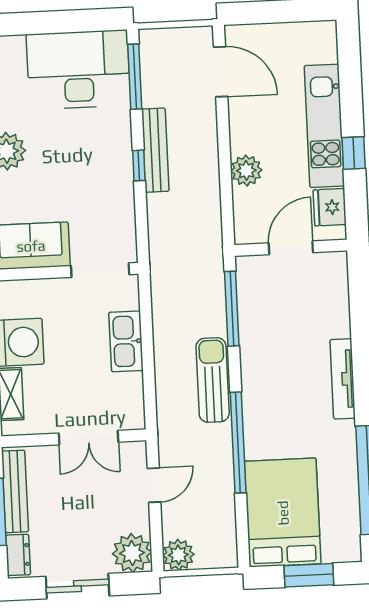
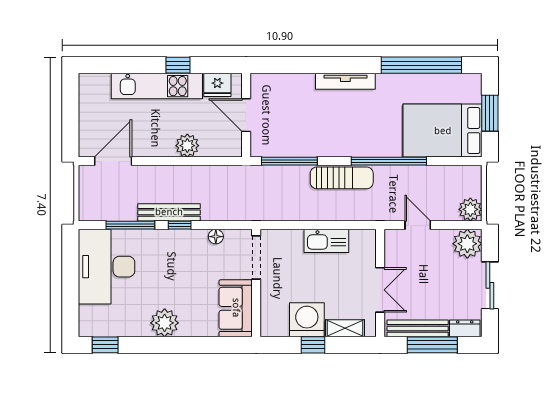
window: (135, 77) -> (130, 225), moved
floor lamp: (126, 215) -> (216, 237), added
kitchen sink: (126, 341) -> (326, 241), moved
sun lounger: (213, 380) -> (342, 178), turned 180
double door: (89, 438) -> (380, 290), moved

